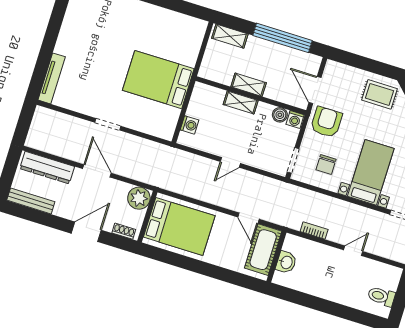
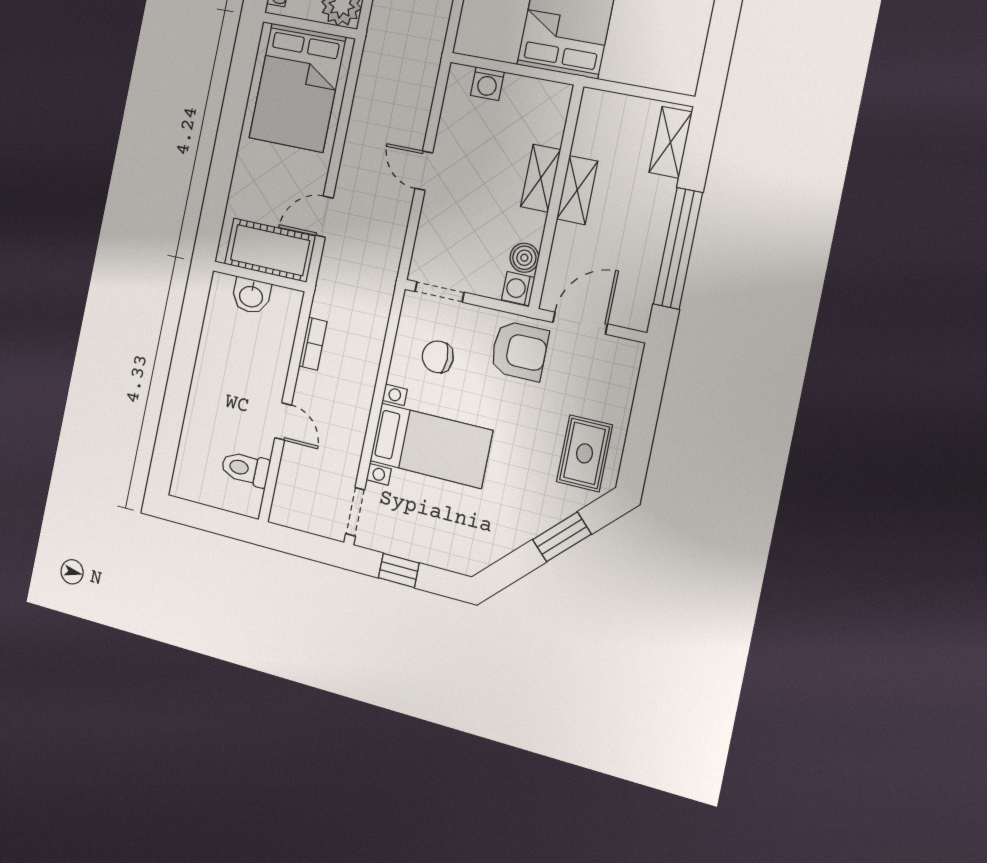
toilet: (381, 296) -> (245, 469), moved, turned -90

